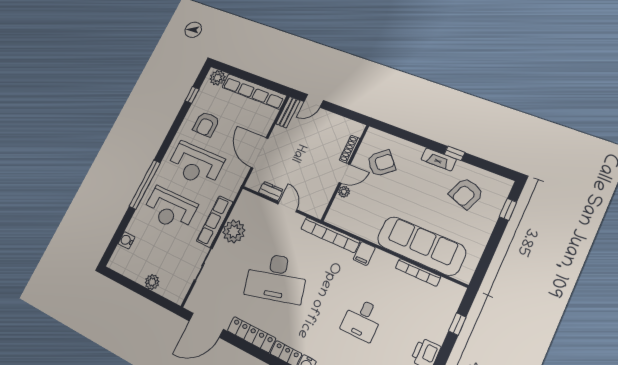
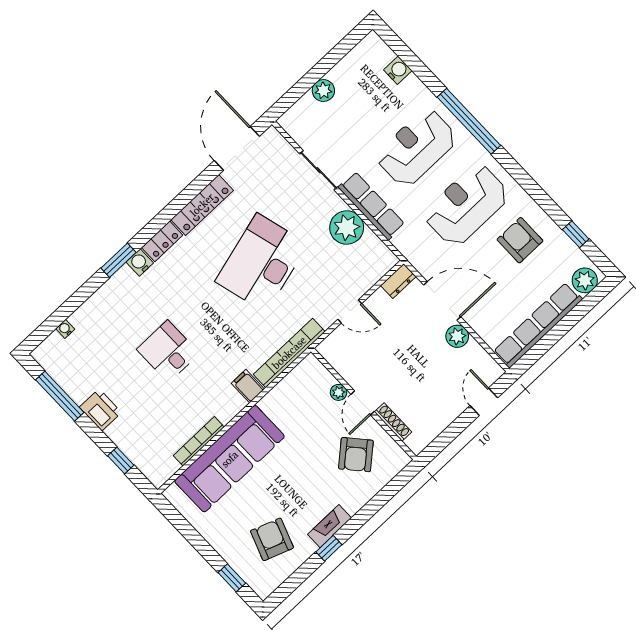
bench: (288, 112) -> (484, 361), removed
plant: (278, 134) -> (457, 336), added
dresser: (271, 191) -> (398, 281), moved

